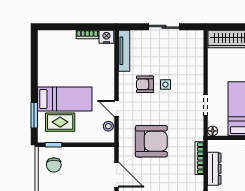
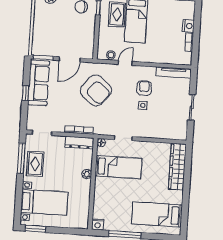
nightstand: (106, 37) -> (188, 26), moved
armchair: (151, 141) -> (96, 90), turned -50
dresser: (214, 169) -> (80, 143), moved

